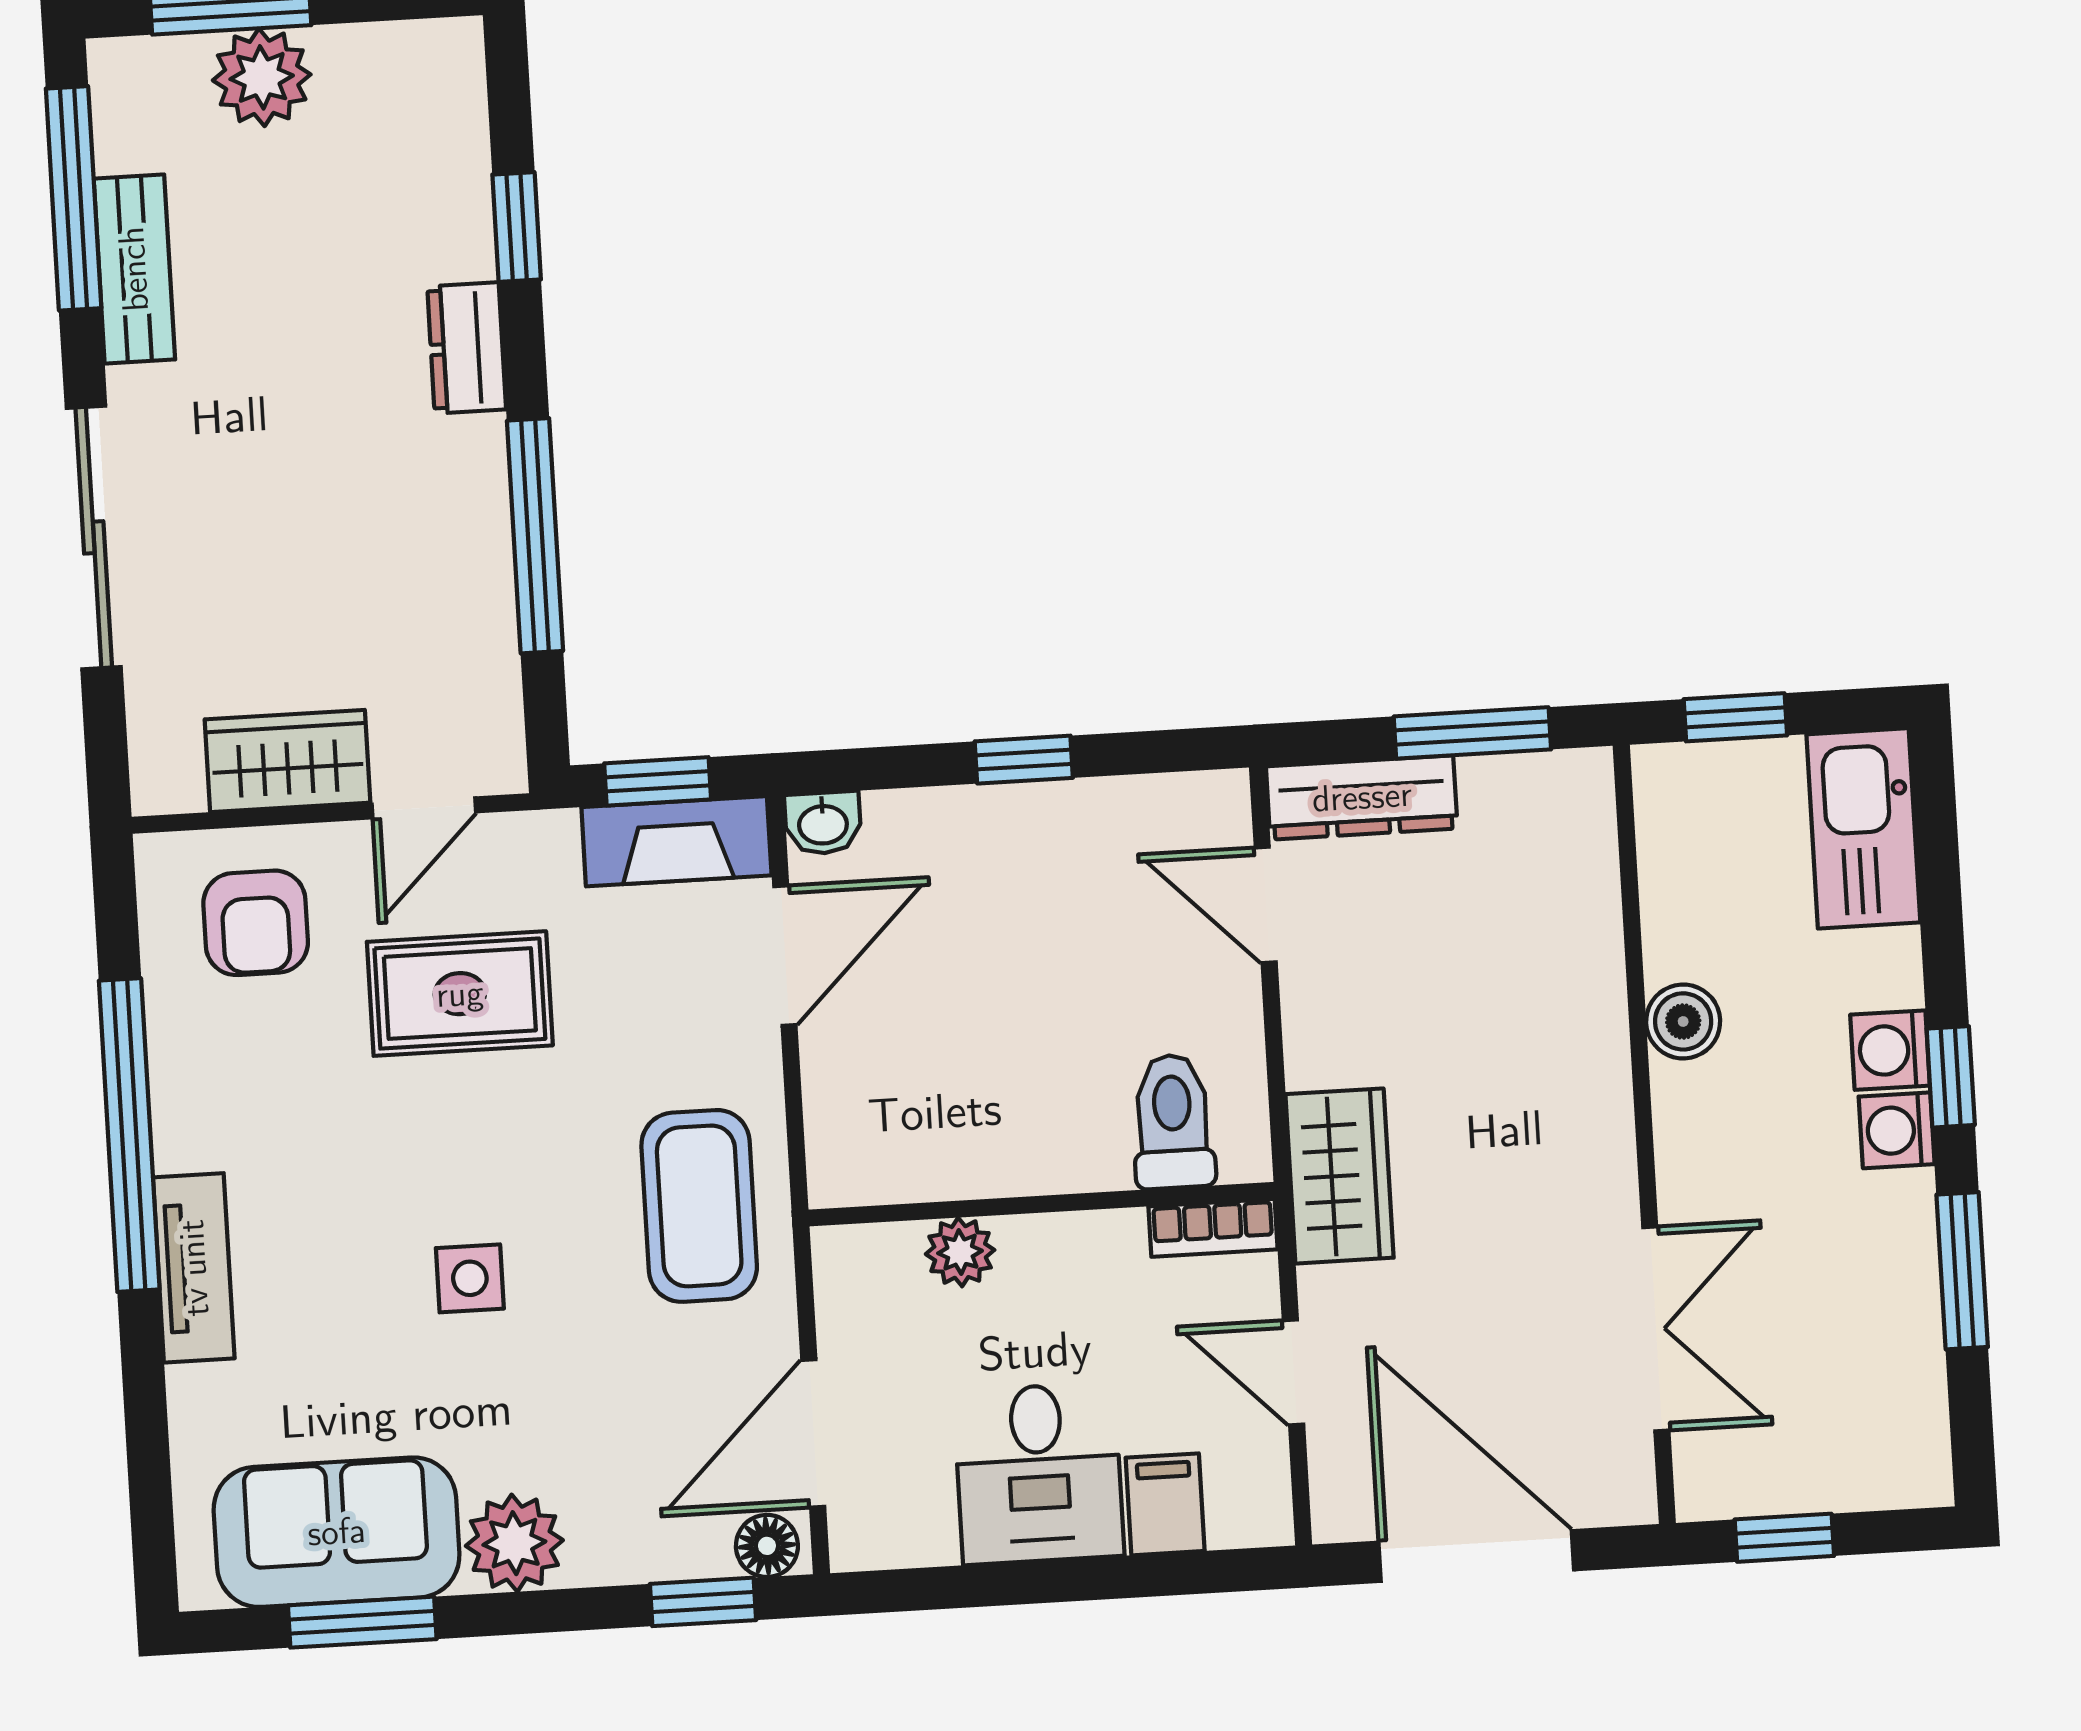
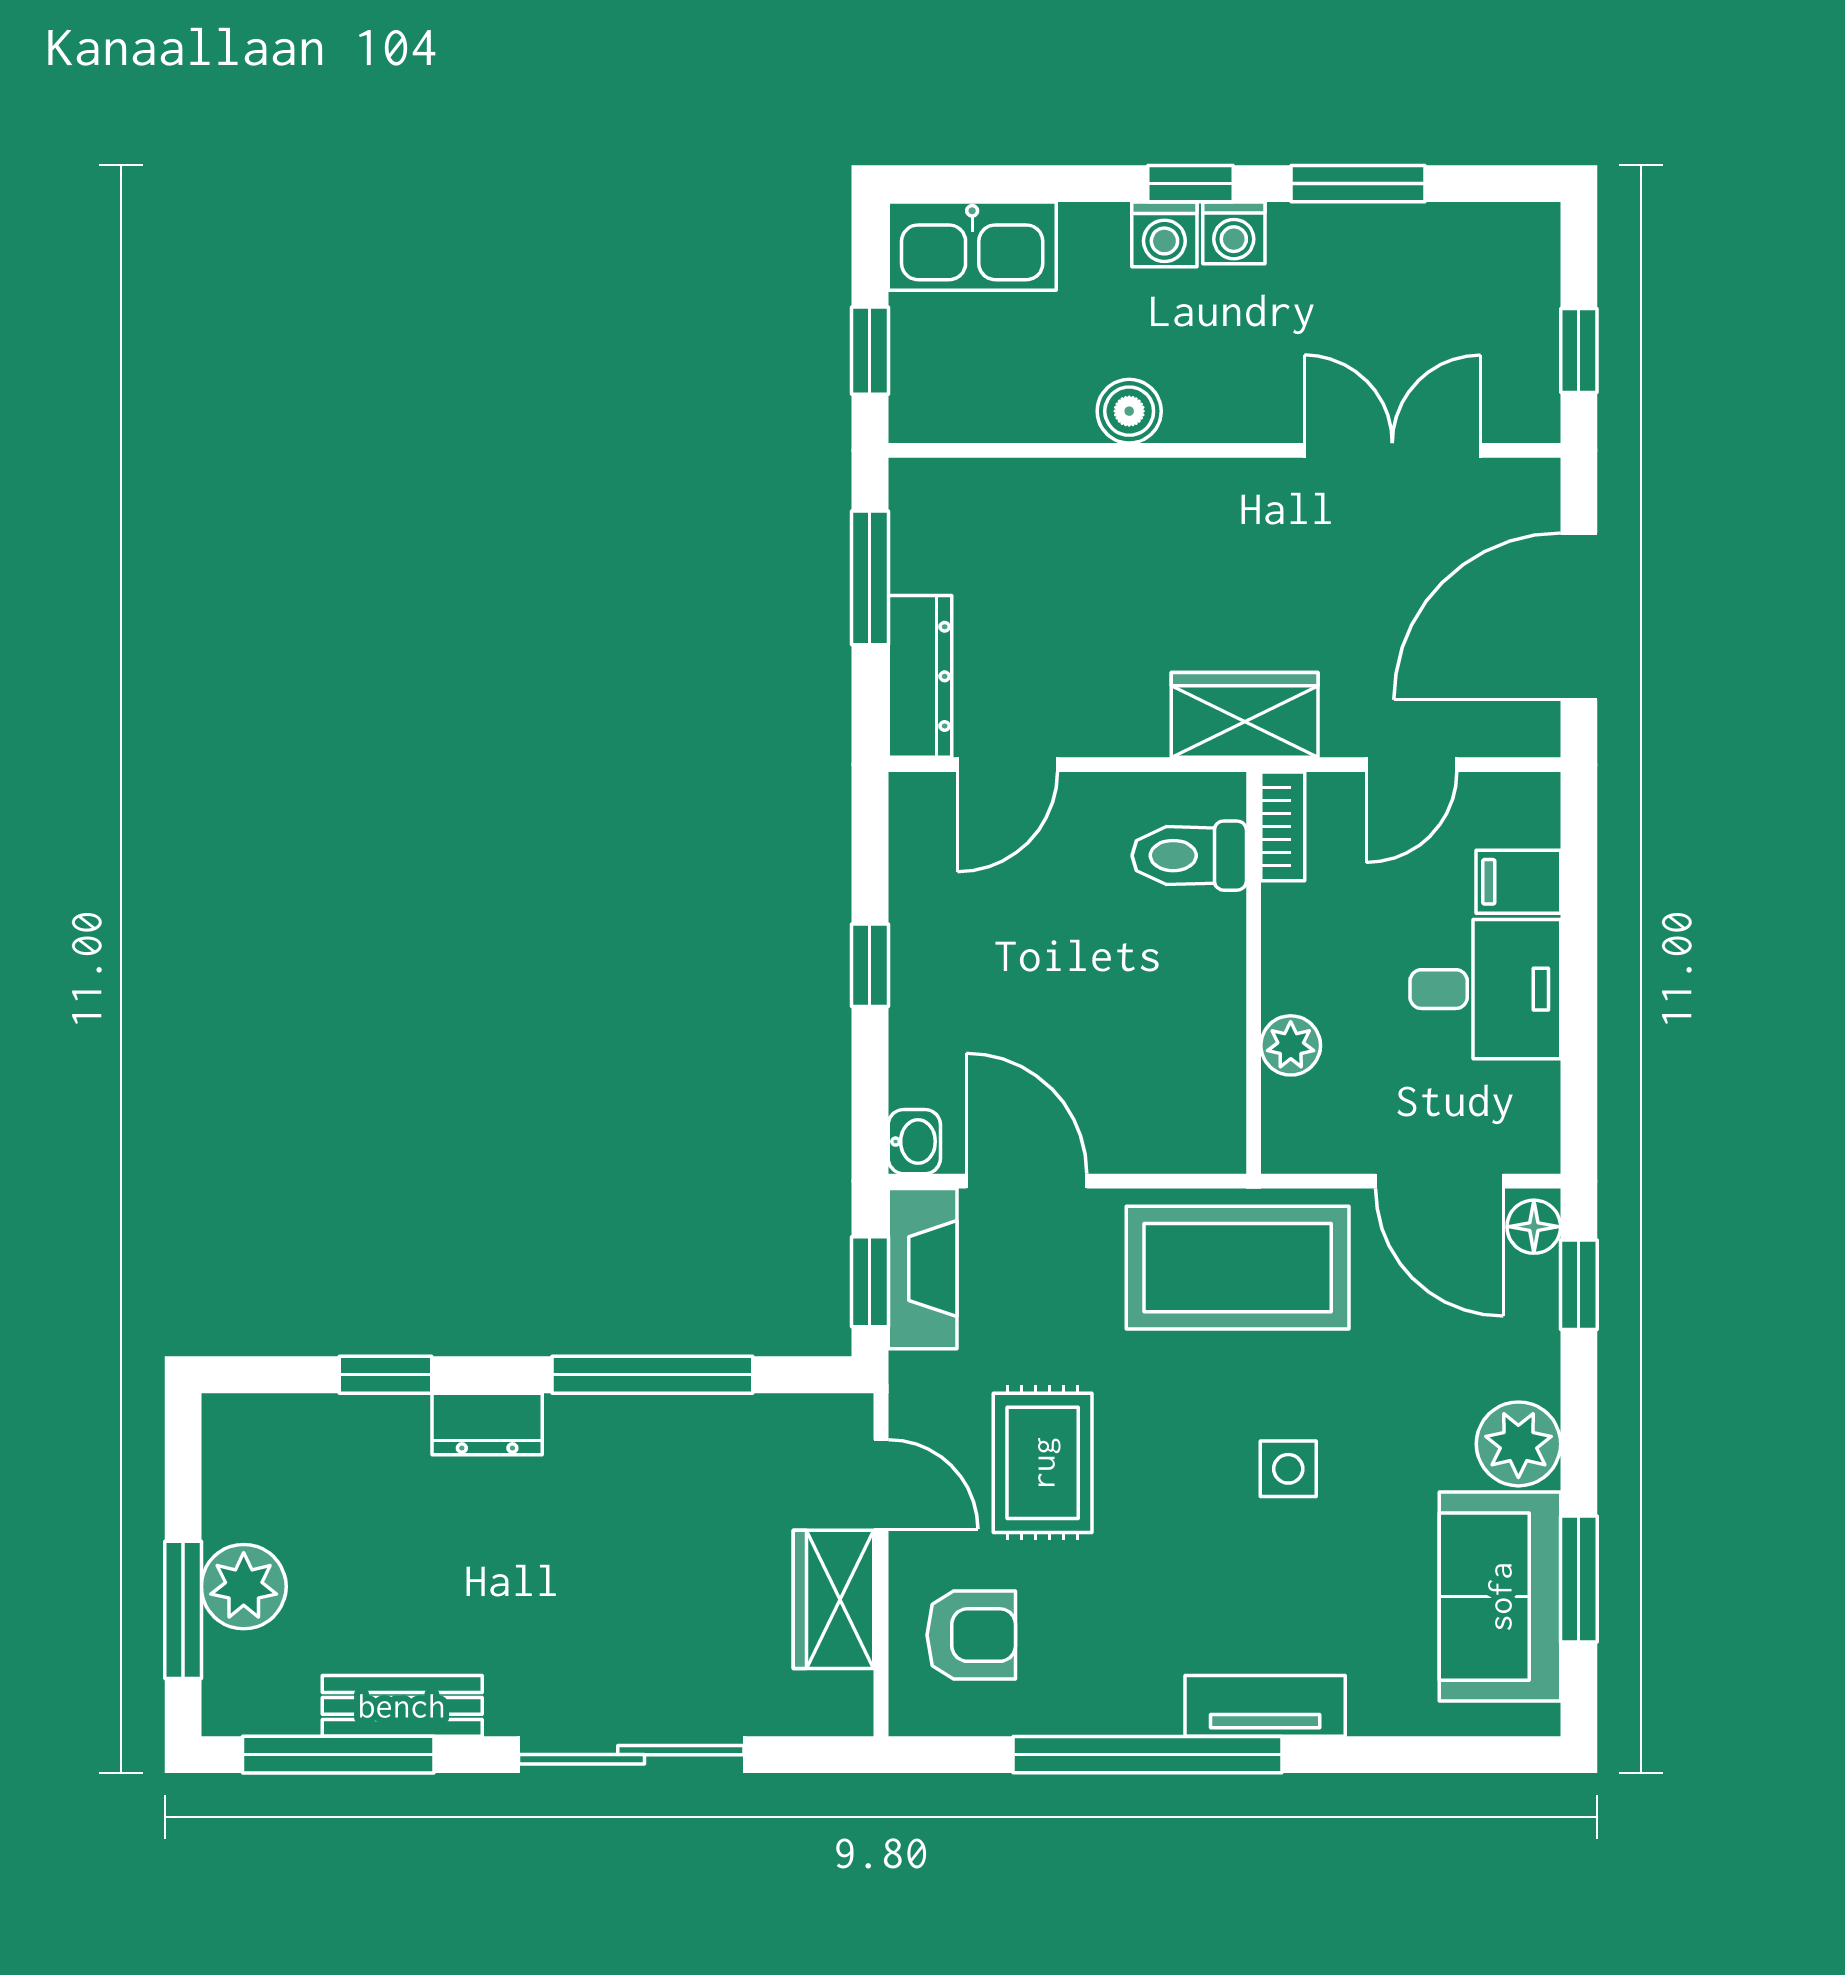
coffee table: (699, 1206) -> (1238, 1268), width x1.36, depth x1.32

